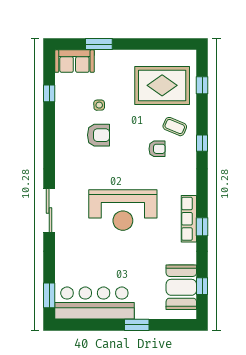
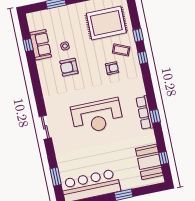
sofa: (74, 61) -> (41, 45), moved, turned -90
window: (202, 85) -> (138, 35), moved
armchair: (98, 135) -> (69, 67), turned 180
sliding door: (49, 210) -> (45, 127), width x0.73
window: (49, 295) -> (56, 177), moved

